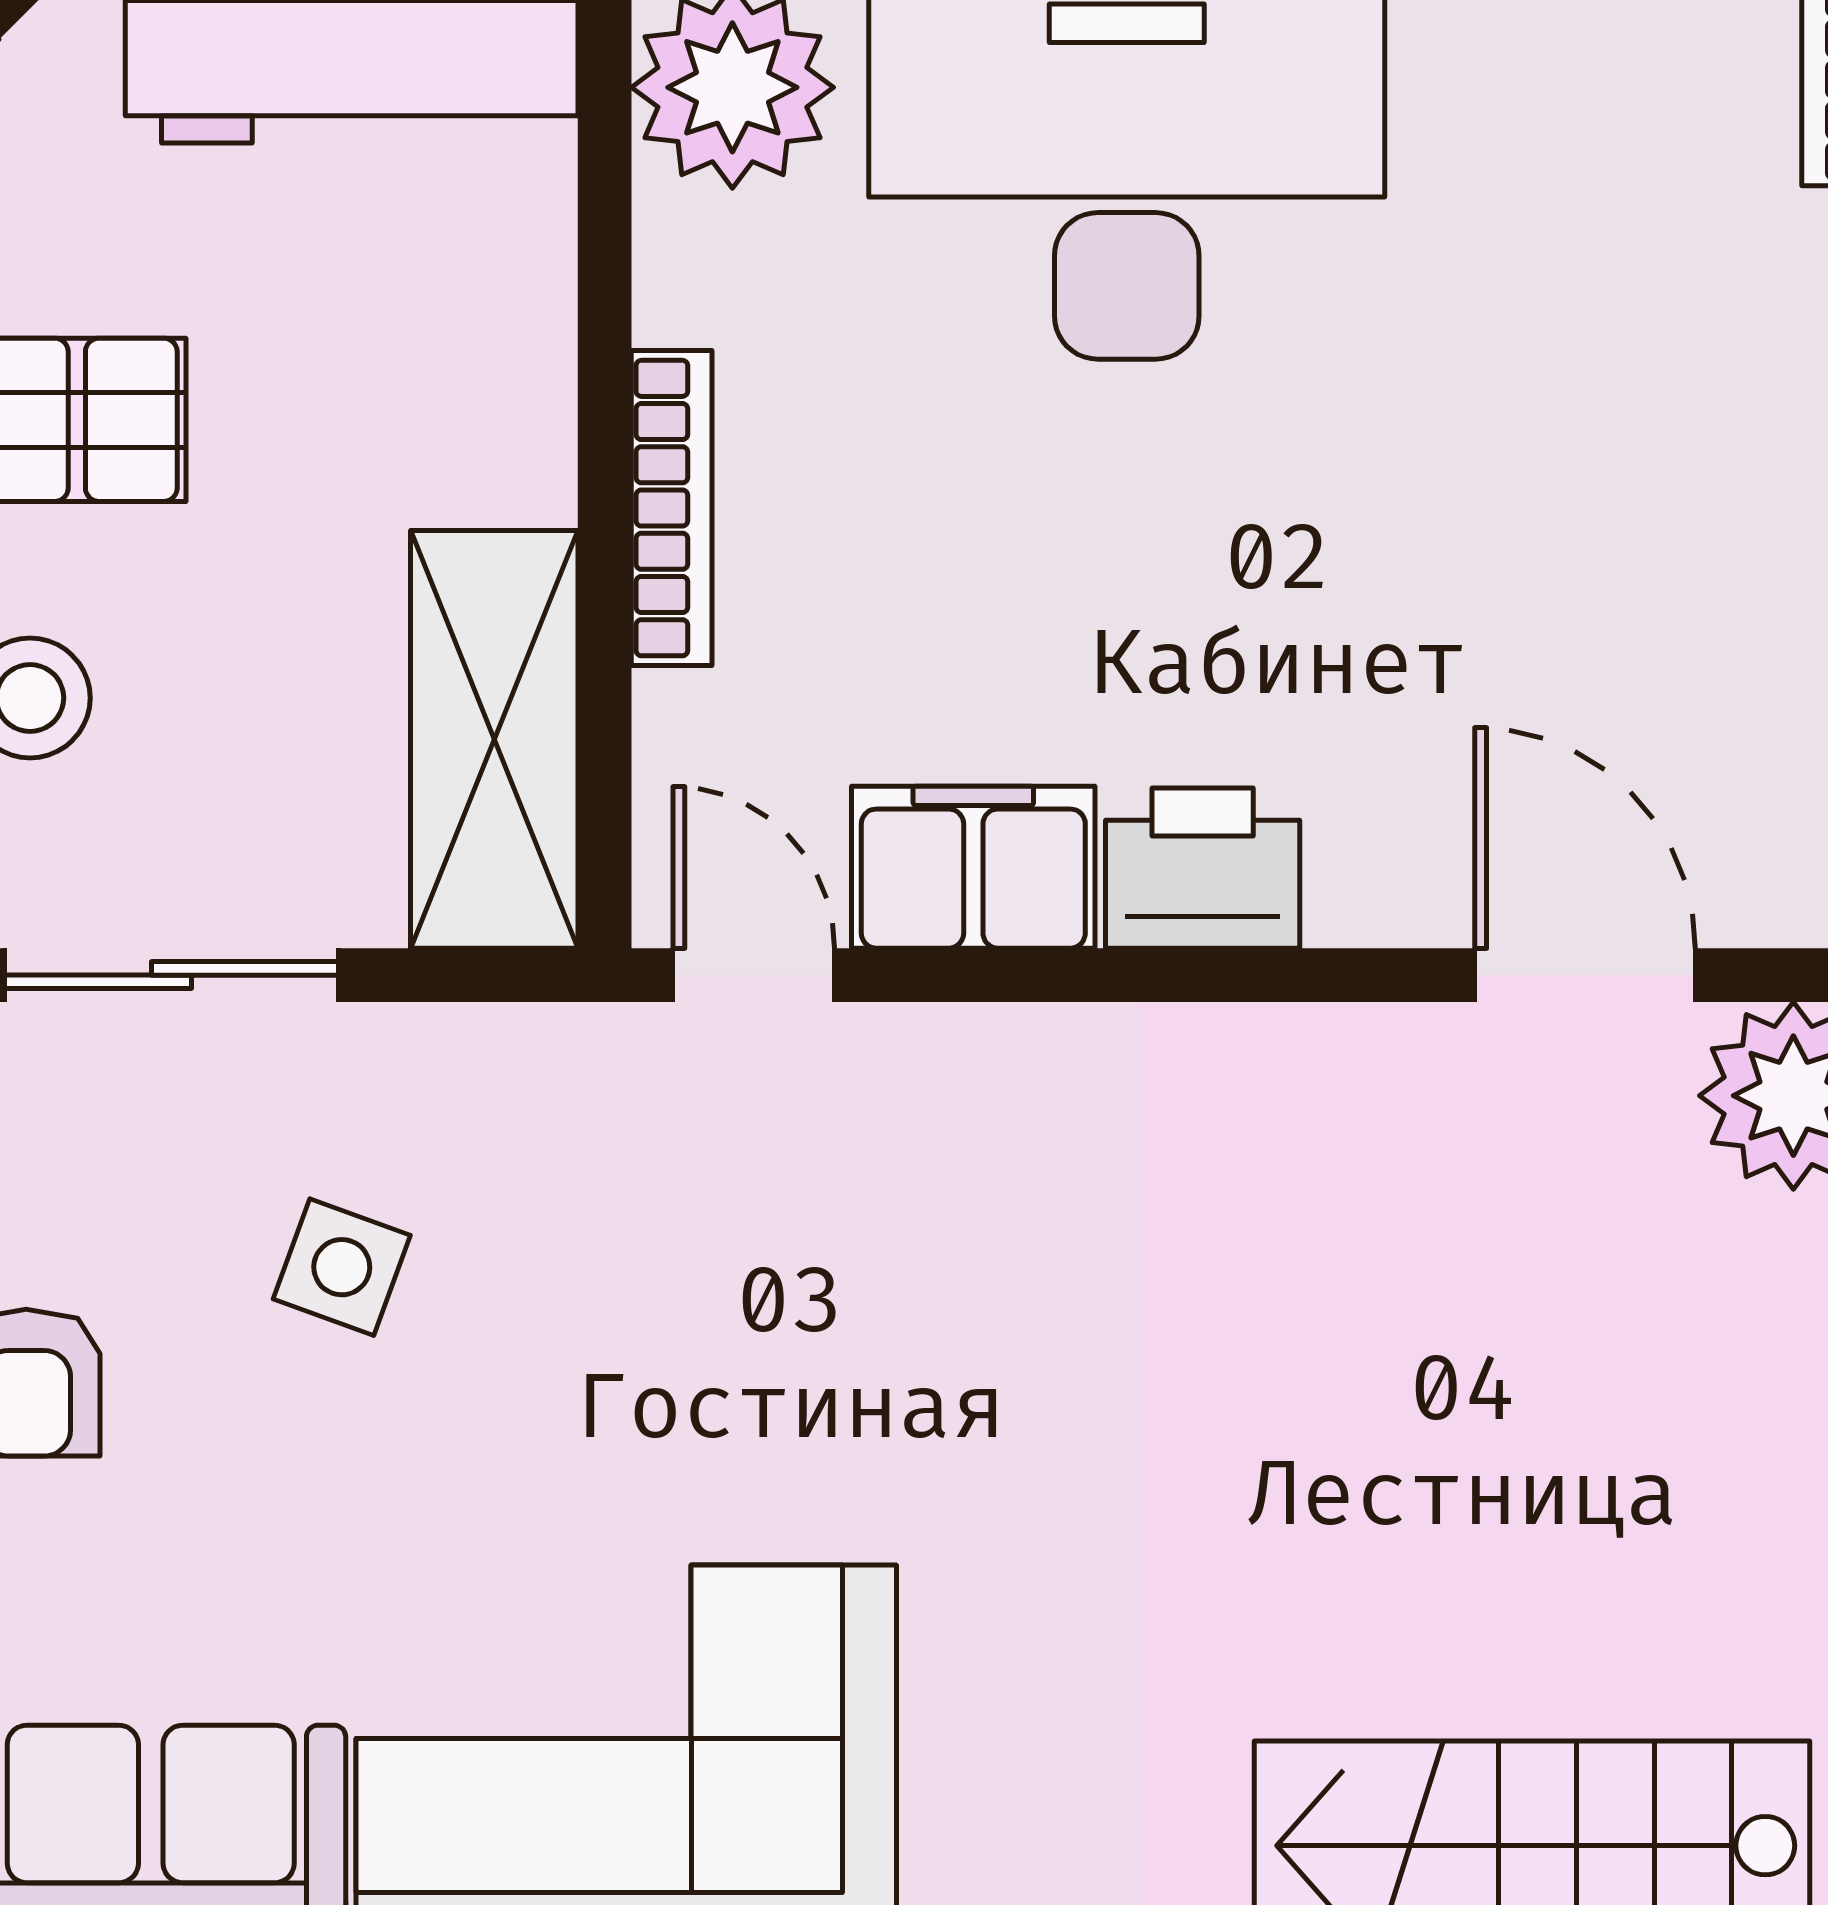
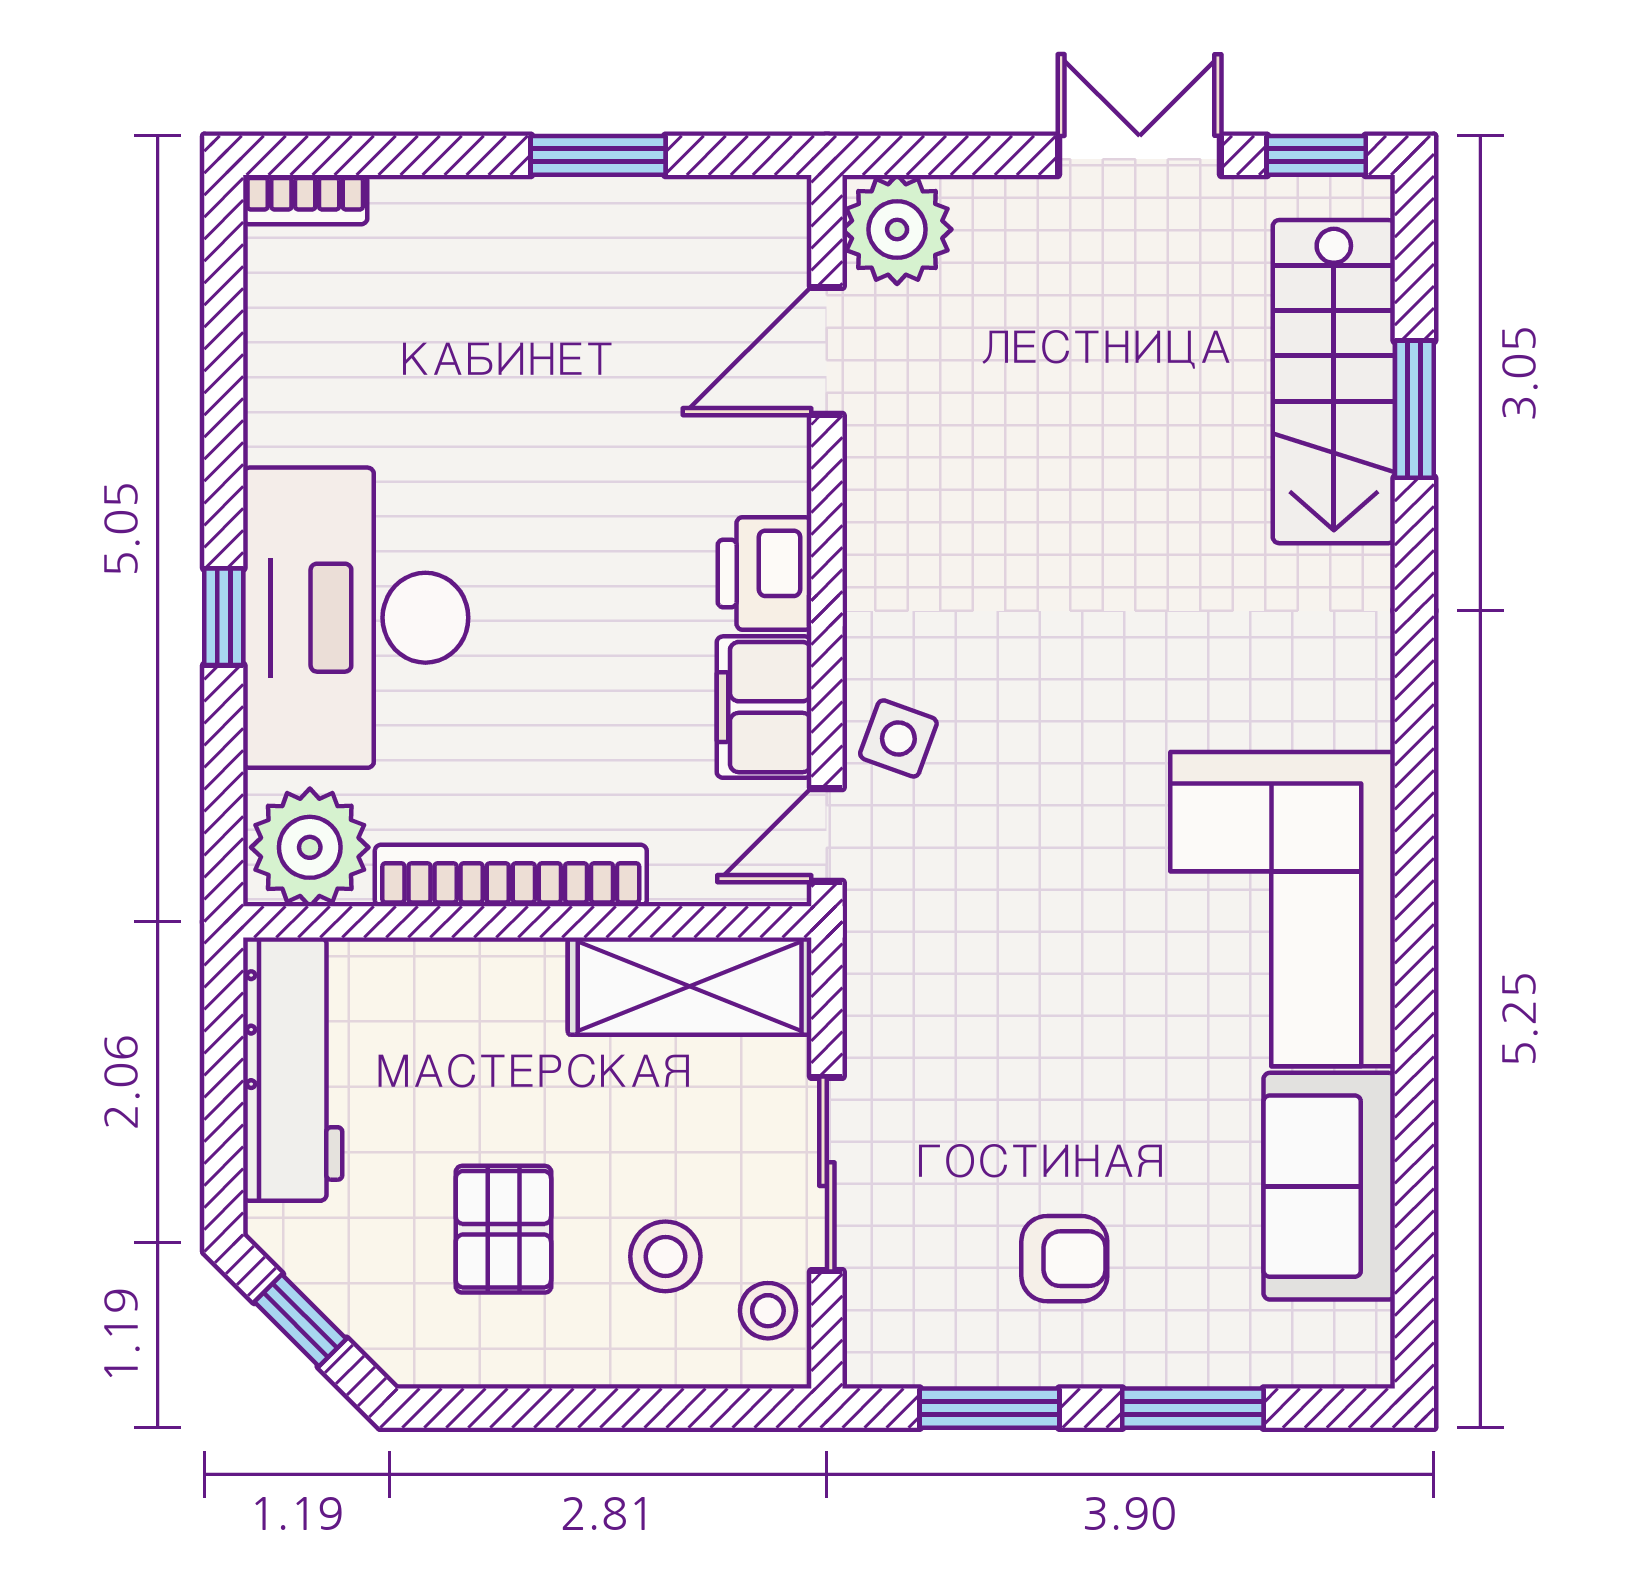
bookcase: (672, 508) -> (511, 875), width x1.48, depth x1.31
side table: (342, 1267) -> (898, 738), moved

